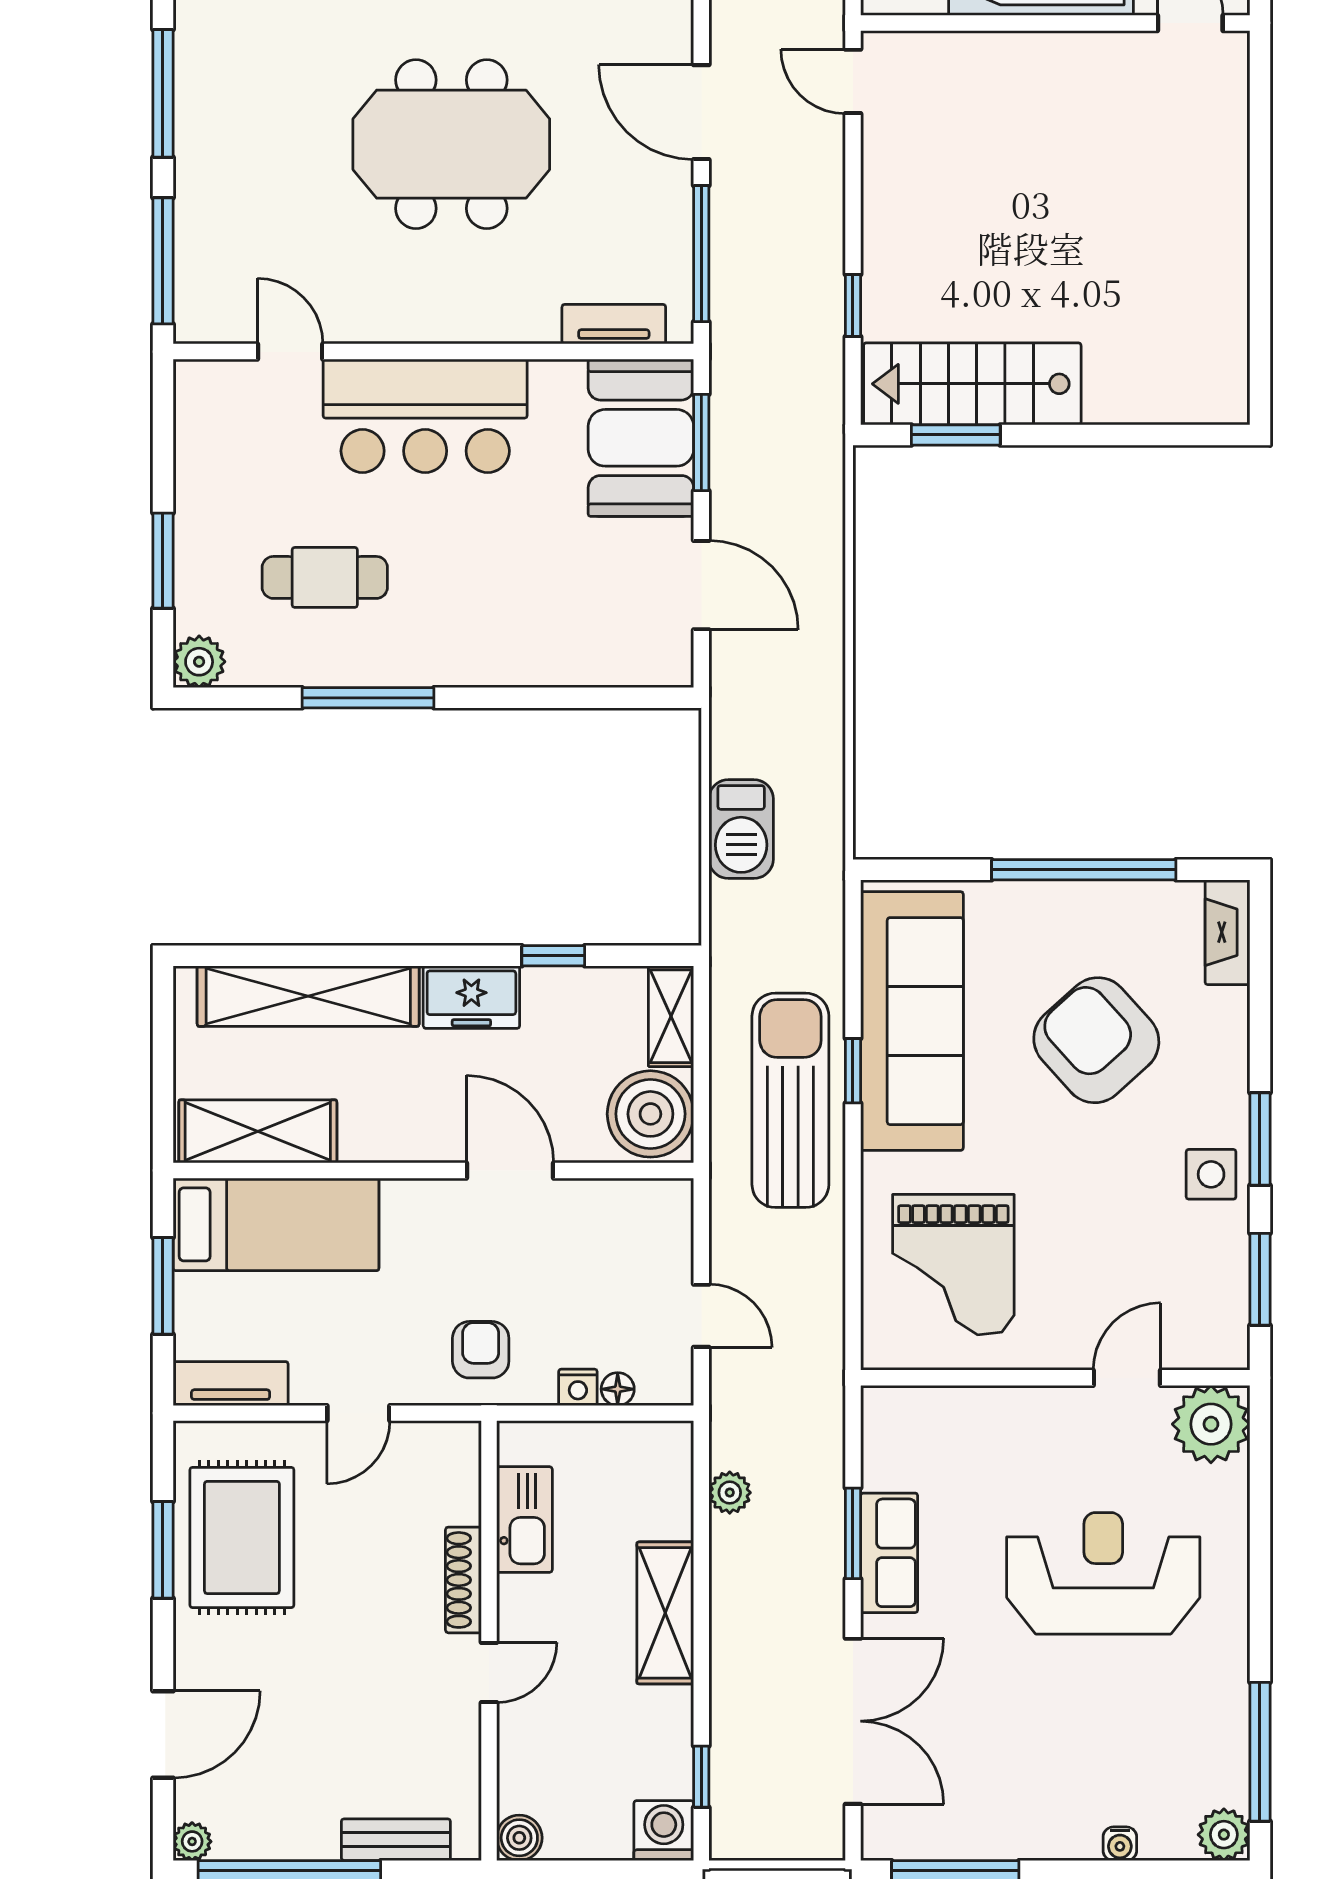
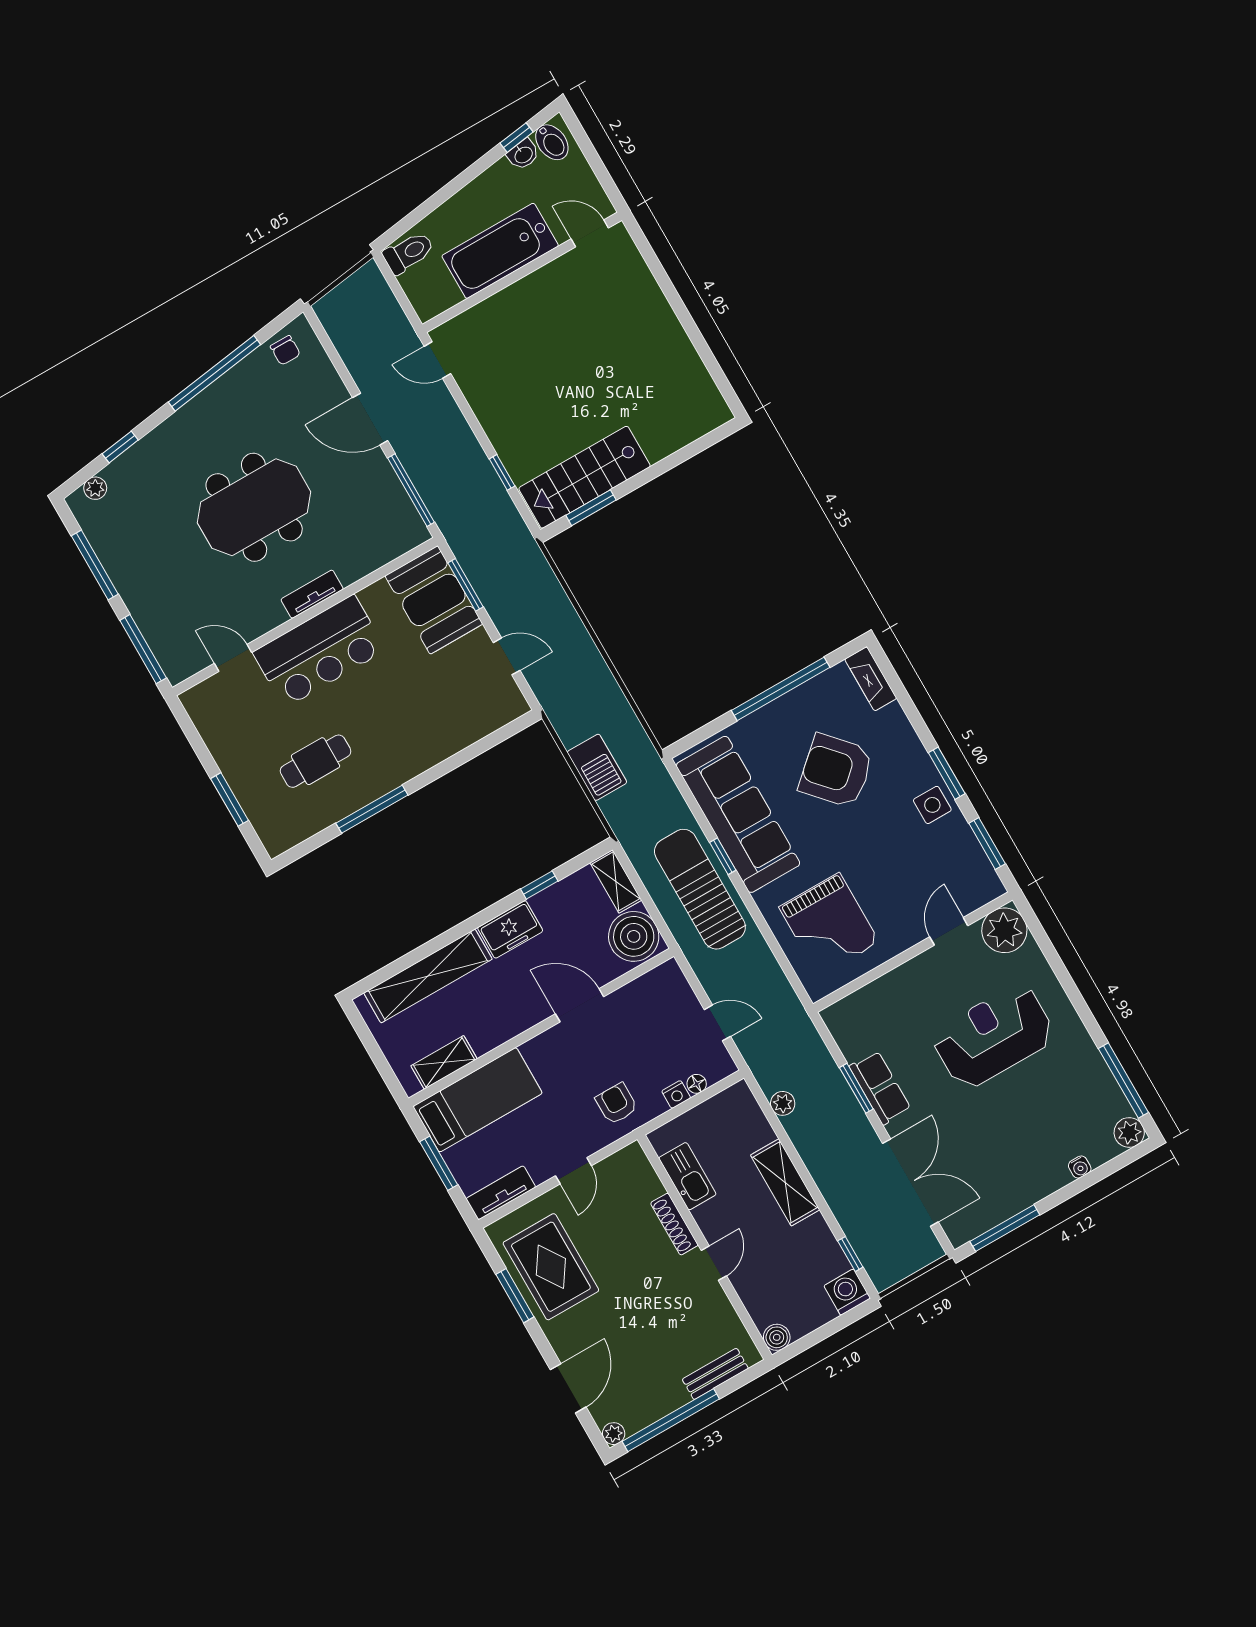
tv unit: (614, 324) -> (312, 594), moved
door: (701, 585) -> (507, 656), width x0.73
plant: (199, 662) -> (277, 840), removed
shelving: (258, 1131) -> (444, 1062), width x0.67, depth x0.75

